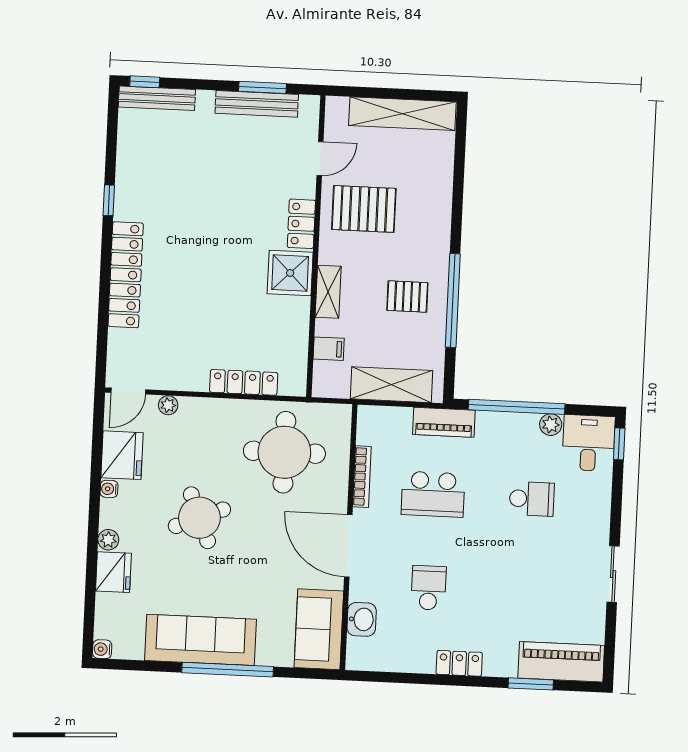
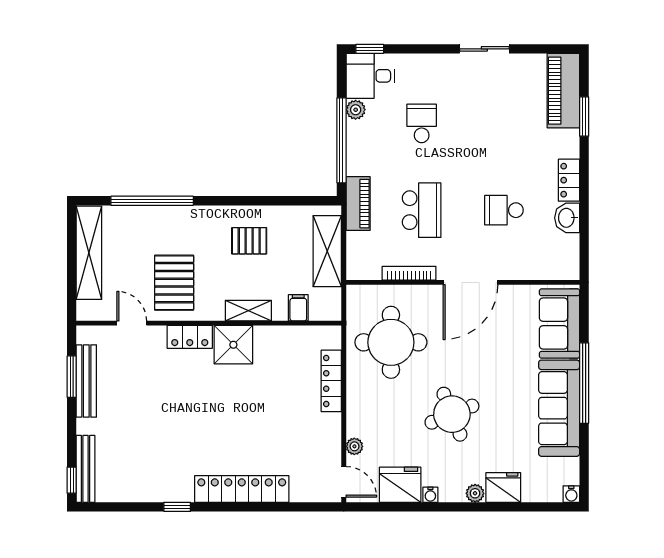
pallet: (407, 297) -> (249, 241), turned 90
window: (453, 300) -> (152, 201), moved
washbasin: (362, 619) -> (567, 218), moved, turned -90
sofa: (319, 629) -> (560, 323), moved, turned 90

